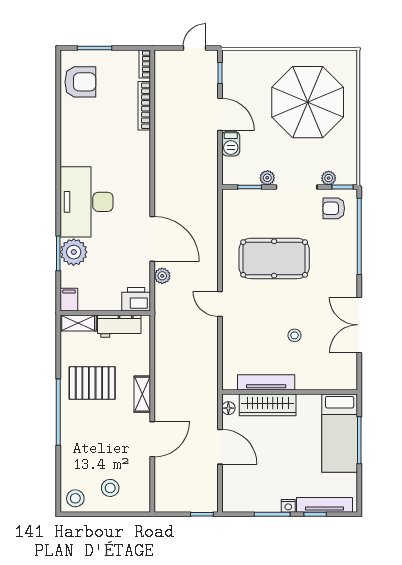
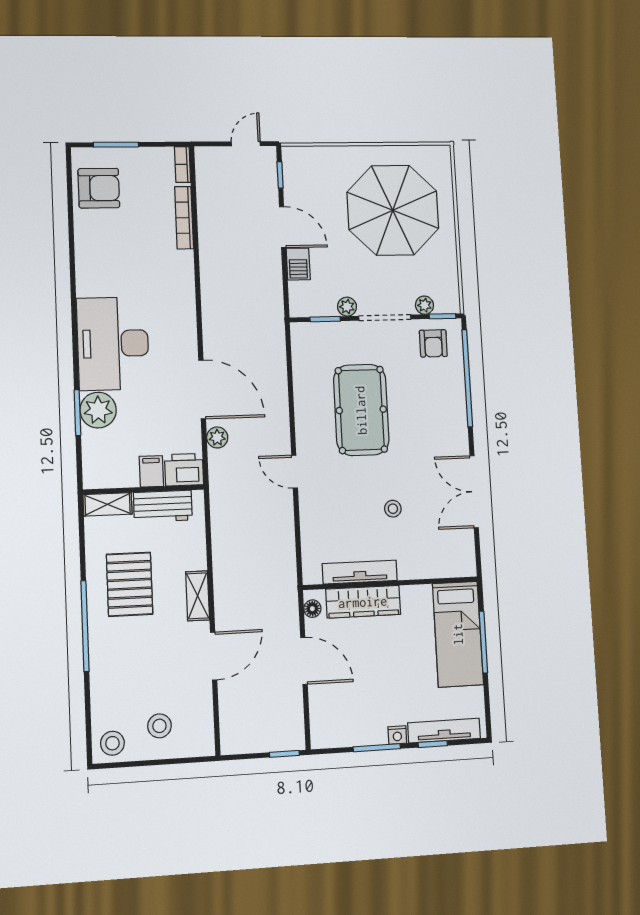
armchair: (334, 208) -> (433, 343), turned -90
pool table: (274, 258) -> (361, 410), turned 90
filing cabinet: (69, 300) -> (151, 471), moved
pallet: (92, 383) -> (130, 584), turned 90

